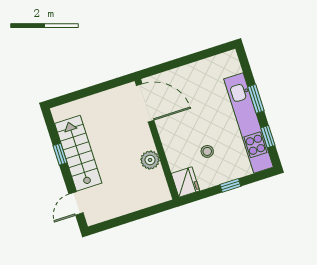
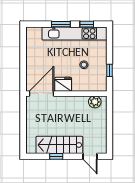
plant: (150, 160) -> (95, 102), moved
fridge: (185, 182) -> (63, 84), moved
window: (230, 185) -> (110, 70), moved

